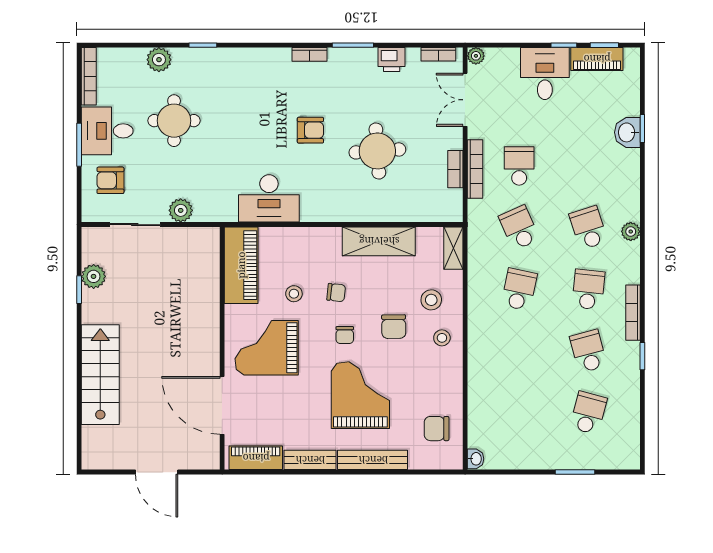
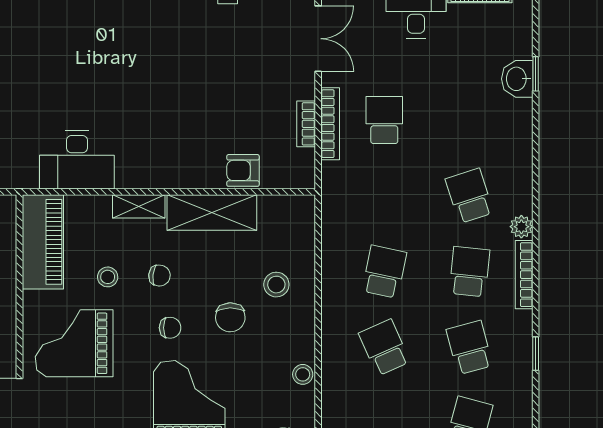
double door: (465, 100) -> (318, 39), swing flipped
armchair: (310, 130) -> (243, 170), moved, turned 180
round table: (377, 151) -> (210, 102), removed
school desk: (519, 228) -> (384, 348), moved
plant: (631, 232) -> (521, 227), moved
shelving: (453, 248) -> (139, 206), moved, turned 90
bookcase: (633, 313) -> (524, 275), moved
chair: (345, 335) -> (170, 328), turned -90
stool: (442, 338) -> (303, 374), moved

